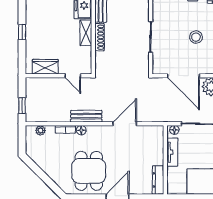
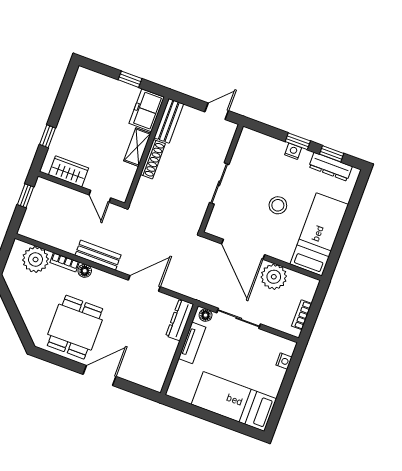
window: (22, 32) -> (48, 136), moved
window: (22, 106) -> (26, 196), moved
plant: (40, 130) -> (35, 260), width x1.88, depth x1.88
dresser: (158, 180) -> (180, 320), moved

